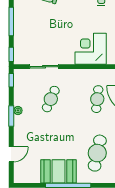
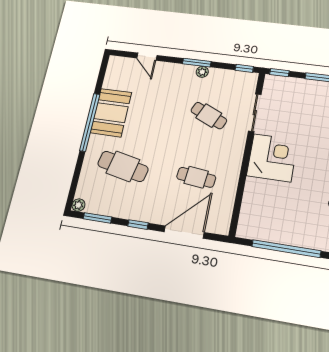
corner desk: (91, 49) -> (272, 158), moved

